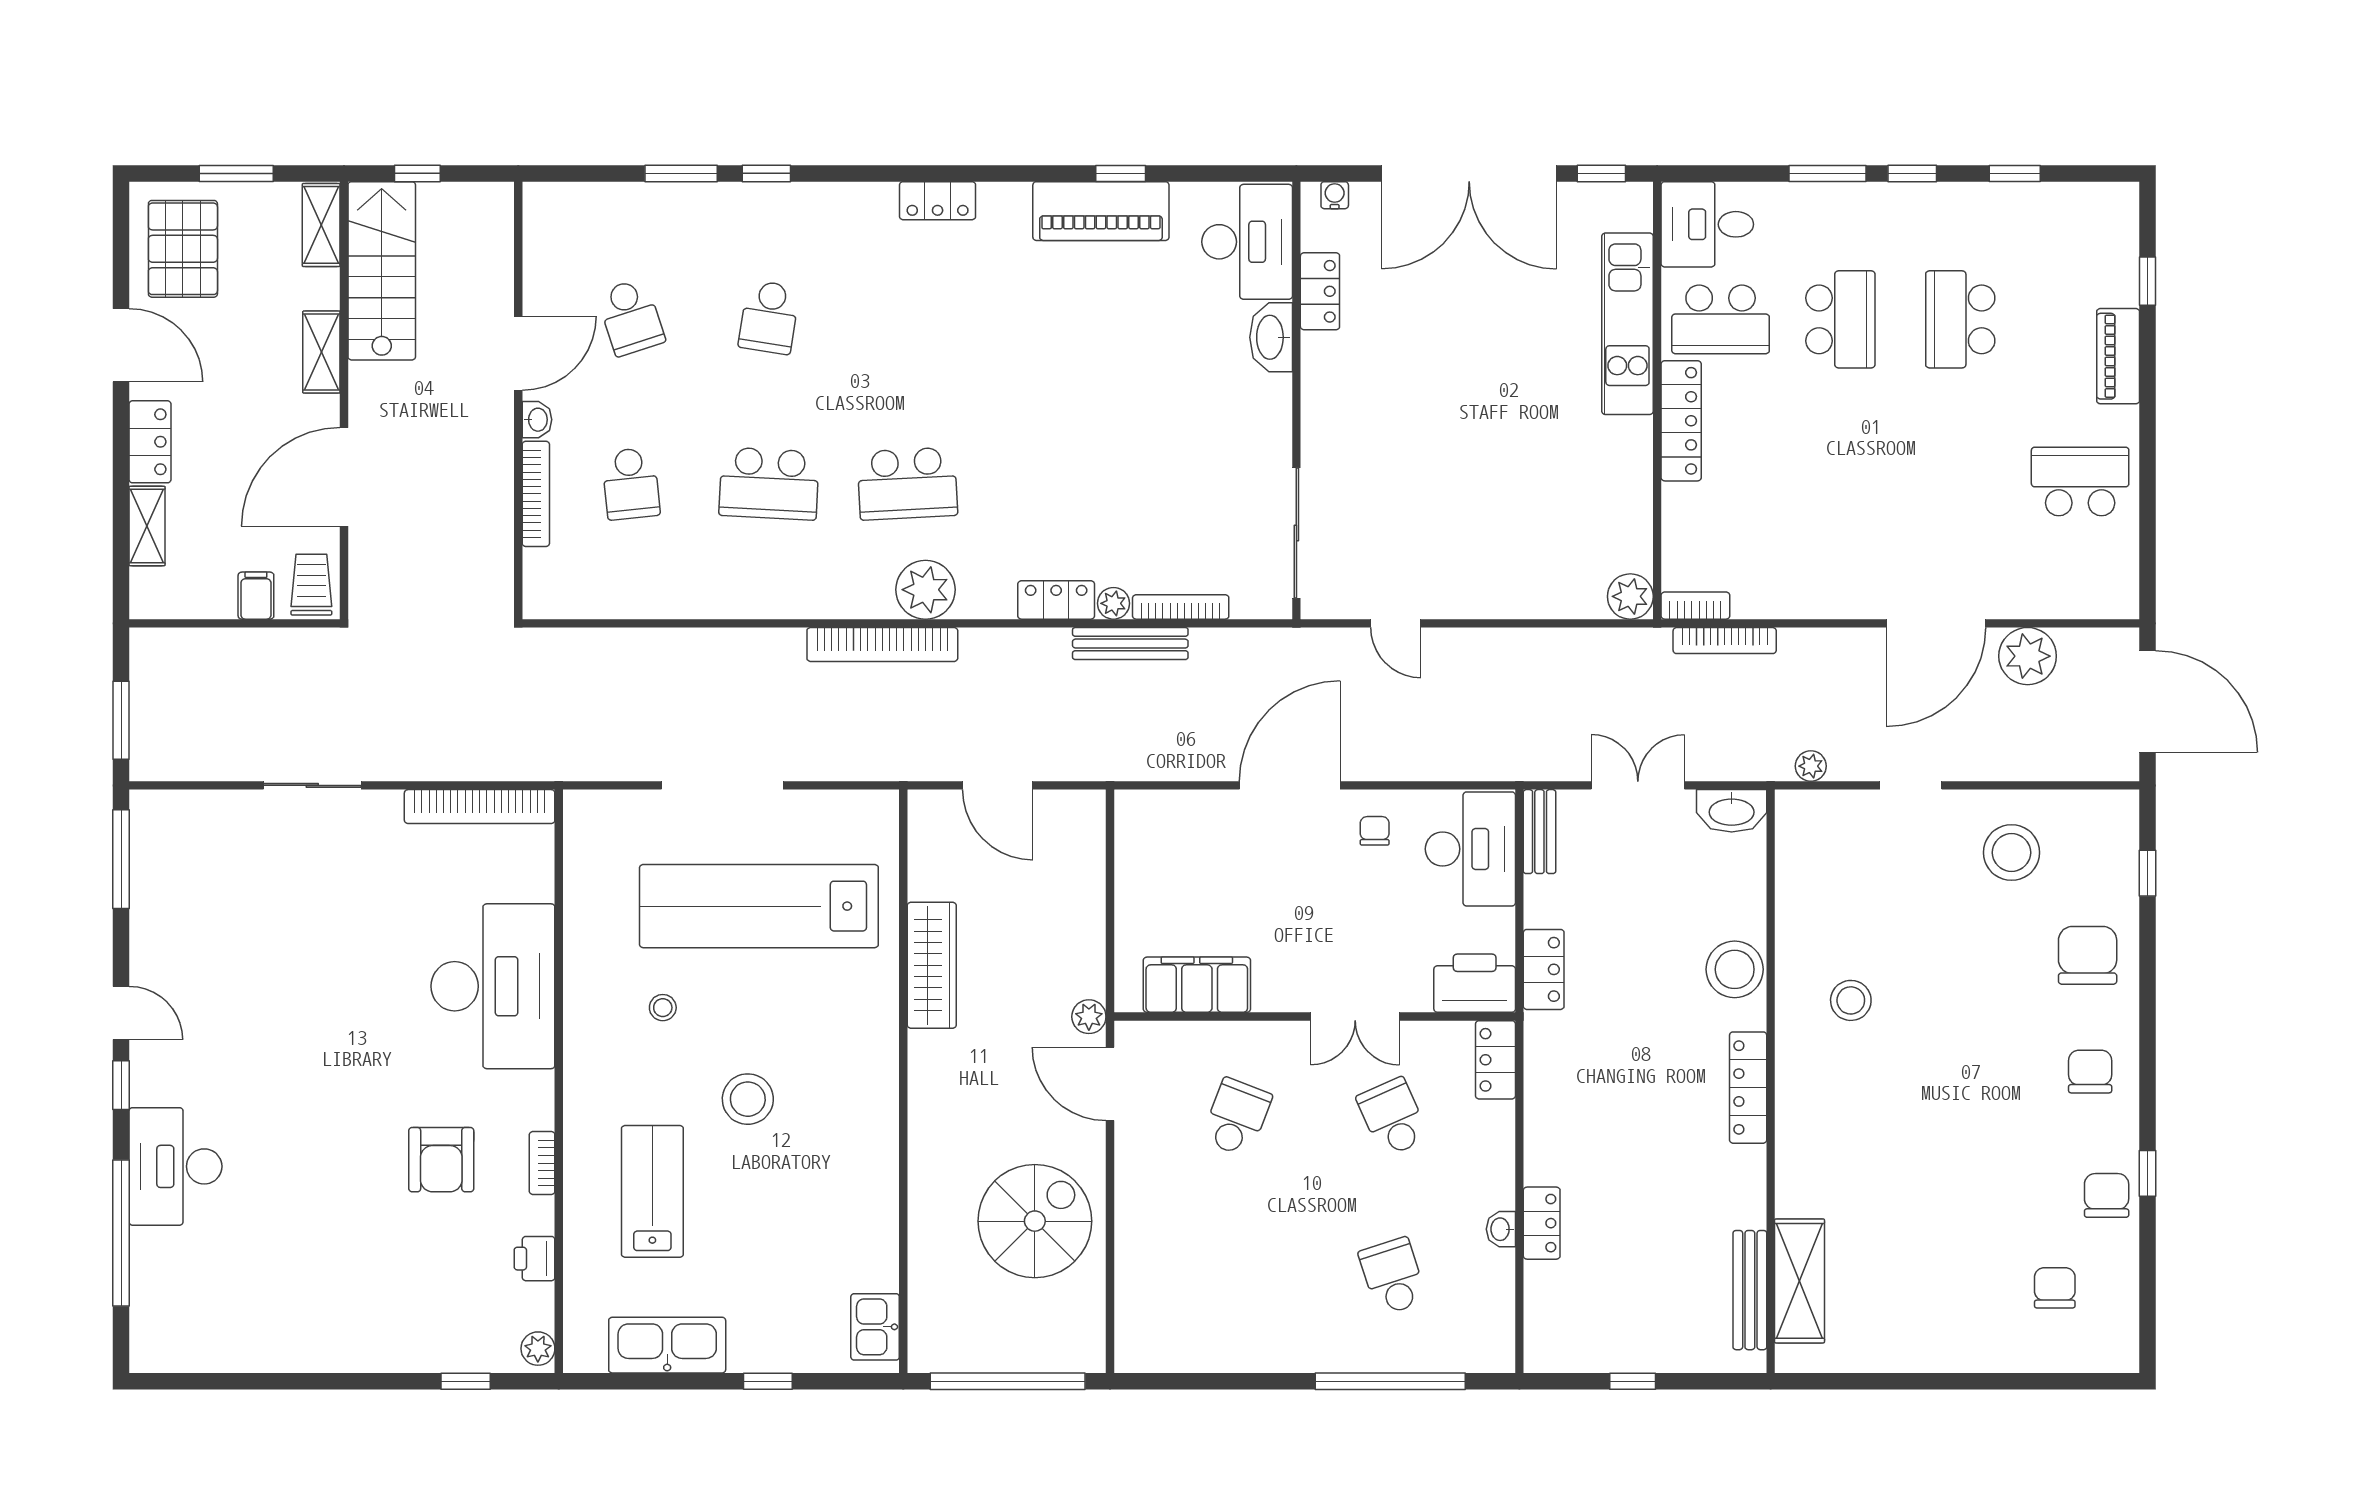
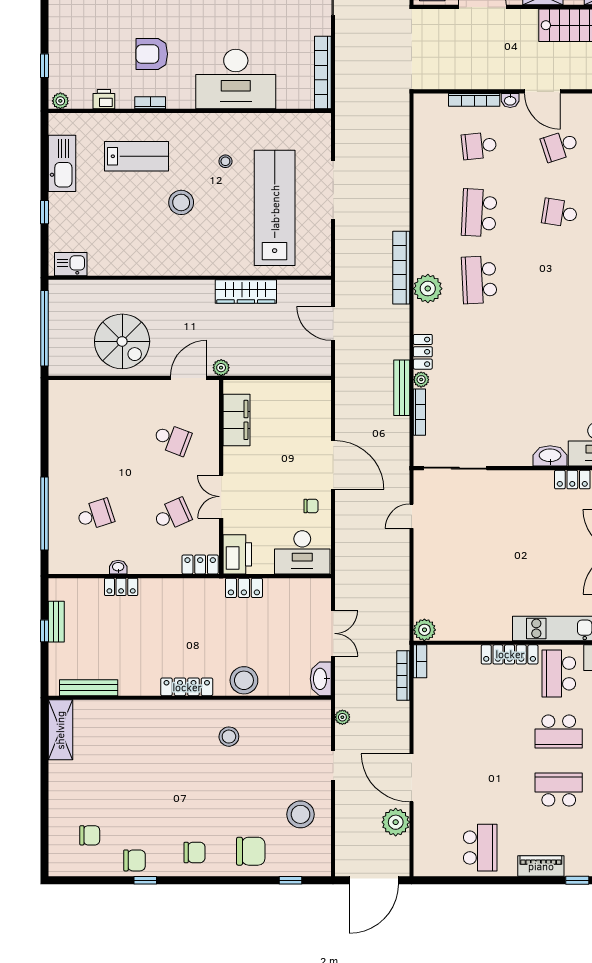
door: (998, 785) -> (333, 323), hinge flipped
bench: (1539, 832) -> (56, 622), moved, turned 90
shelving: (1800, 1281) -> (60, 730), moved, turned 90

